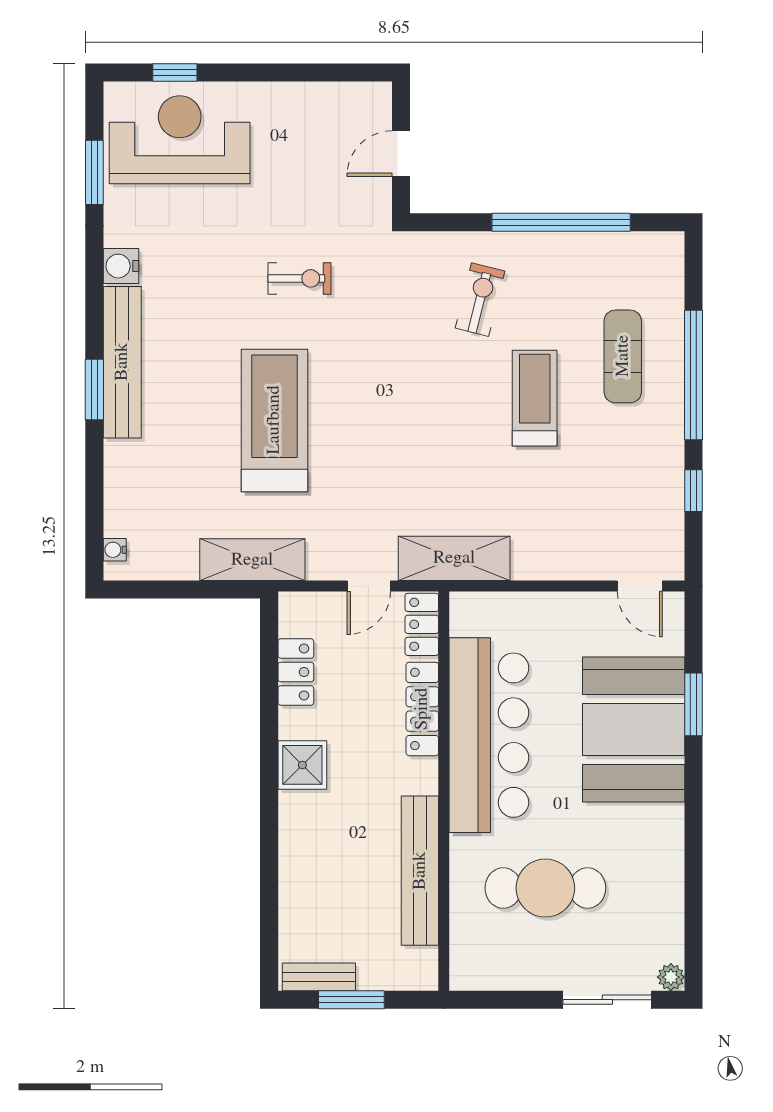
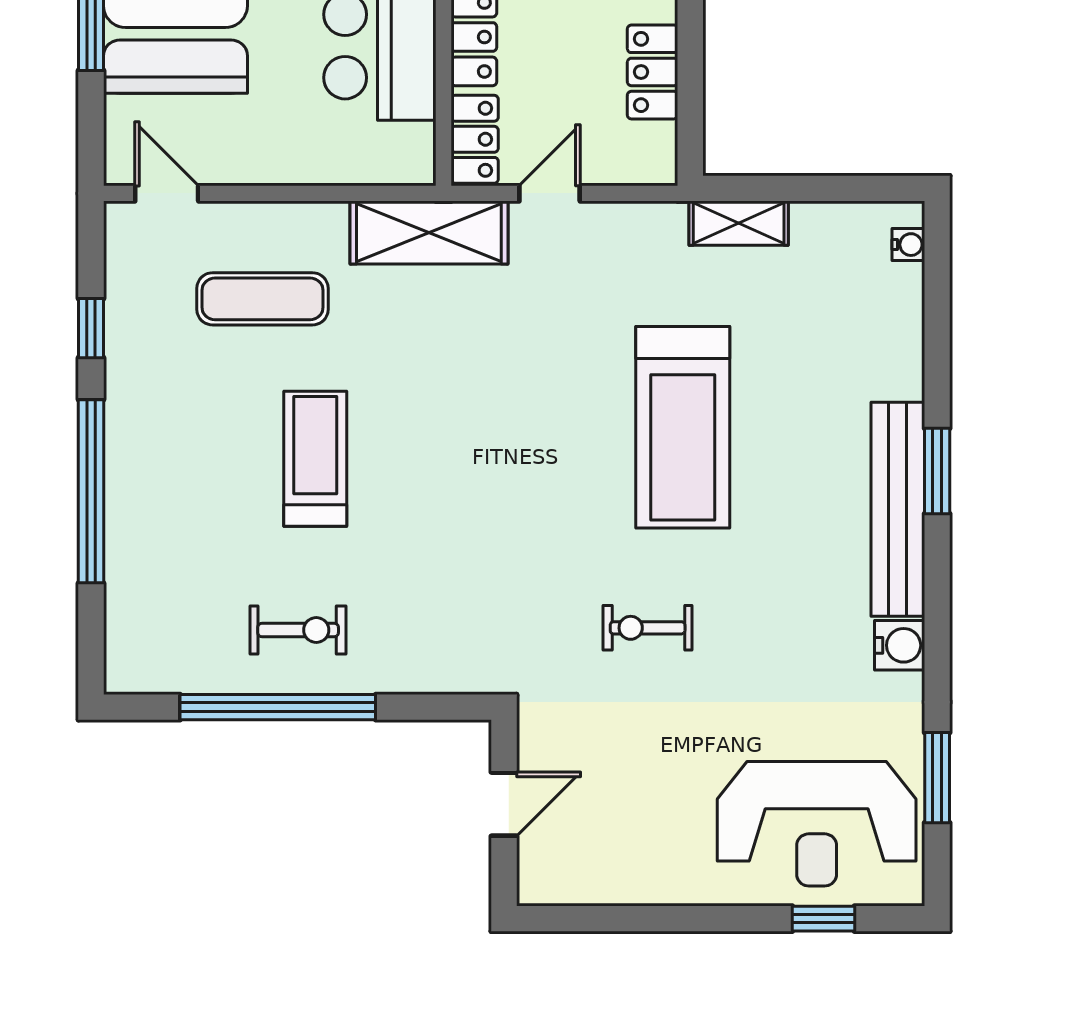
exercise bike: (480, 300) -> (298, 630), moved, turned -104
exercise mat: (623, 356) -> (263, 299), moved, turned 90
treadmill: (535, 398) -> (315, 459), turned 180
shelving: (252, 560) -> (739, 223), width x0.67, depth x0.75

